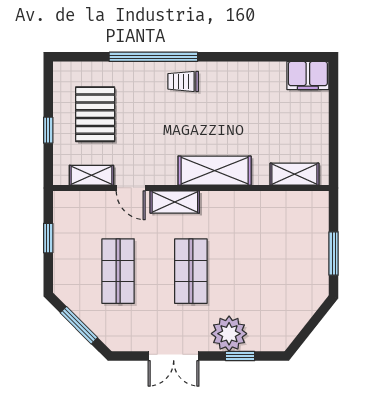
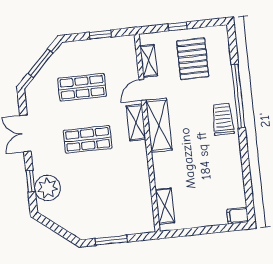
filing cabinet: (308, 76) -> (237, 216), width x0.50
trolley: (183, 81) -> (223, 119), width x1.36, depth x1.39
pallet: (95, 114) -> (193, 59), turned 90
shelving: (215, 171) -> (159, 125), moved
plant: (229, 334) -> (48, 188), moved

